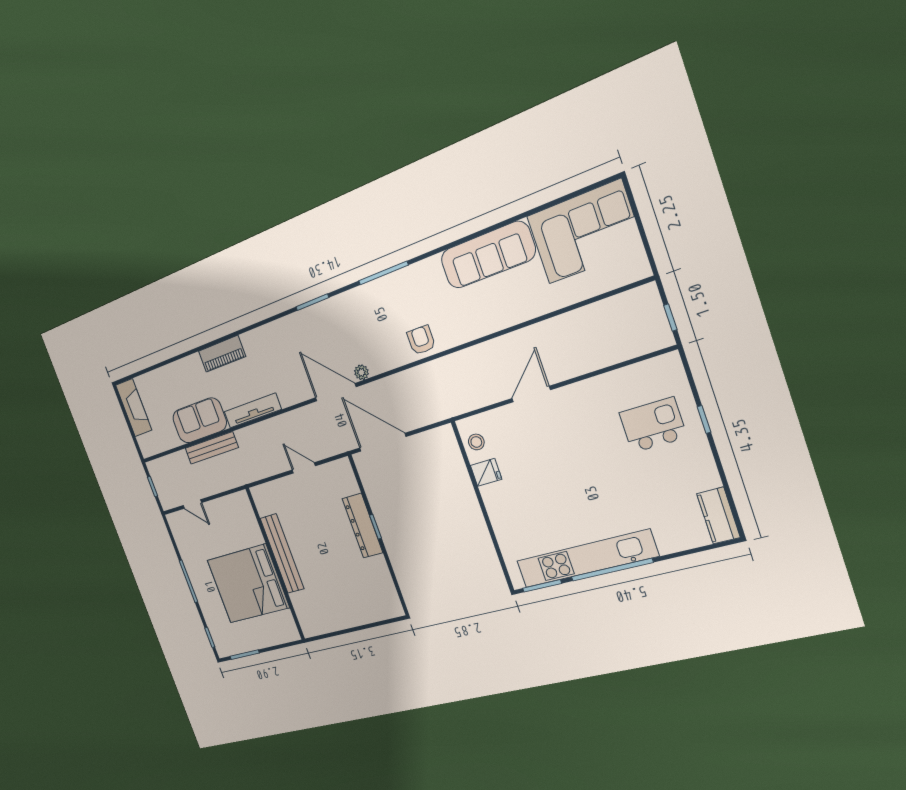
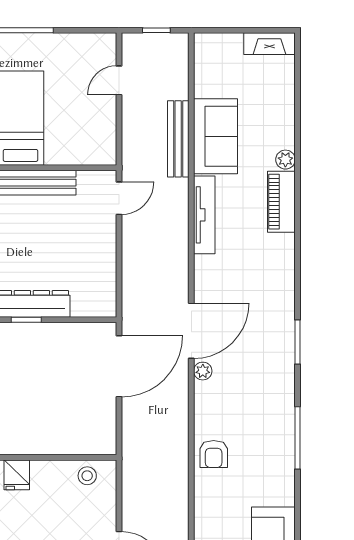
armchair: (421, 340) -> (214, 454), turned 90
plant: (194, 361) -> (285, 160), added
fireplace: (134, 408) -> (269, 44), width x0.73, depth x0.76
door: (304, 468) -> (119, 198), moved
fridge: (486, 472) -> (17, 475), moved

